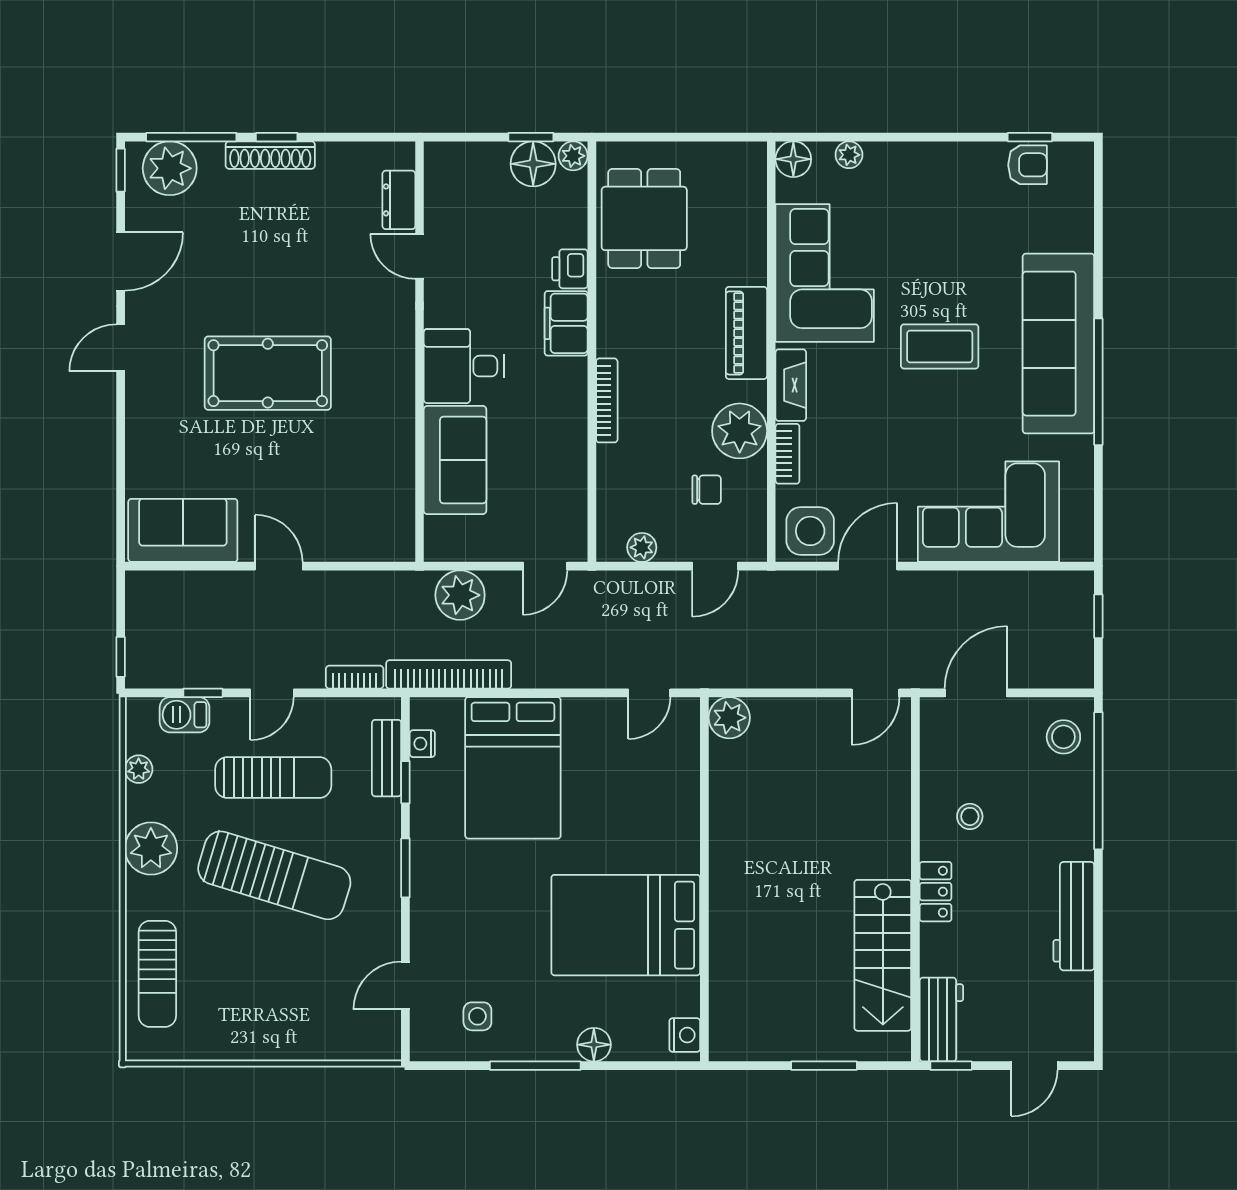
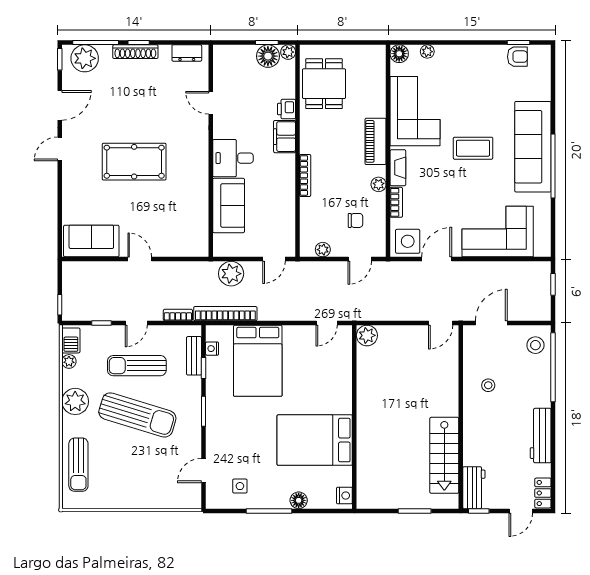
dresser: (399, 200) -> (187, 53), moved, turned -90
plant: (740, 431) -> (379, 184), width x0.53, depth x0.53
barbecue: (185, 715) -> (71, 340), moved, turned -90
sun lounger: (273, 778) -> (137, 366), turned 180
locker: (936, 892) -> (543, 493), moved, turned 180

